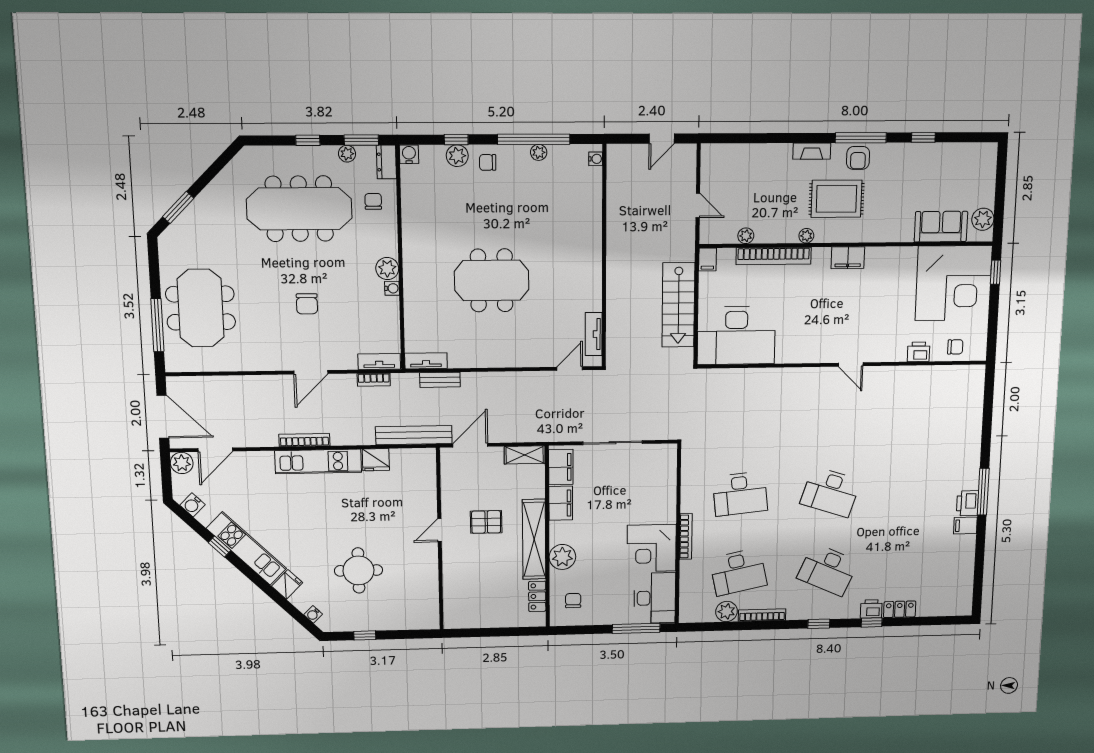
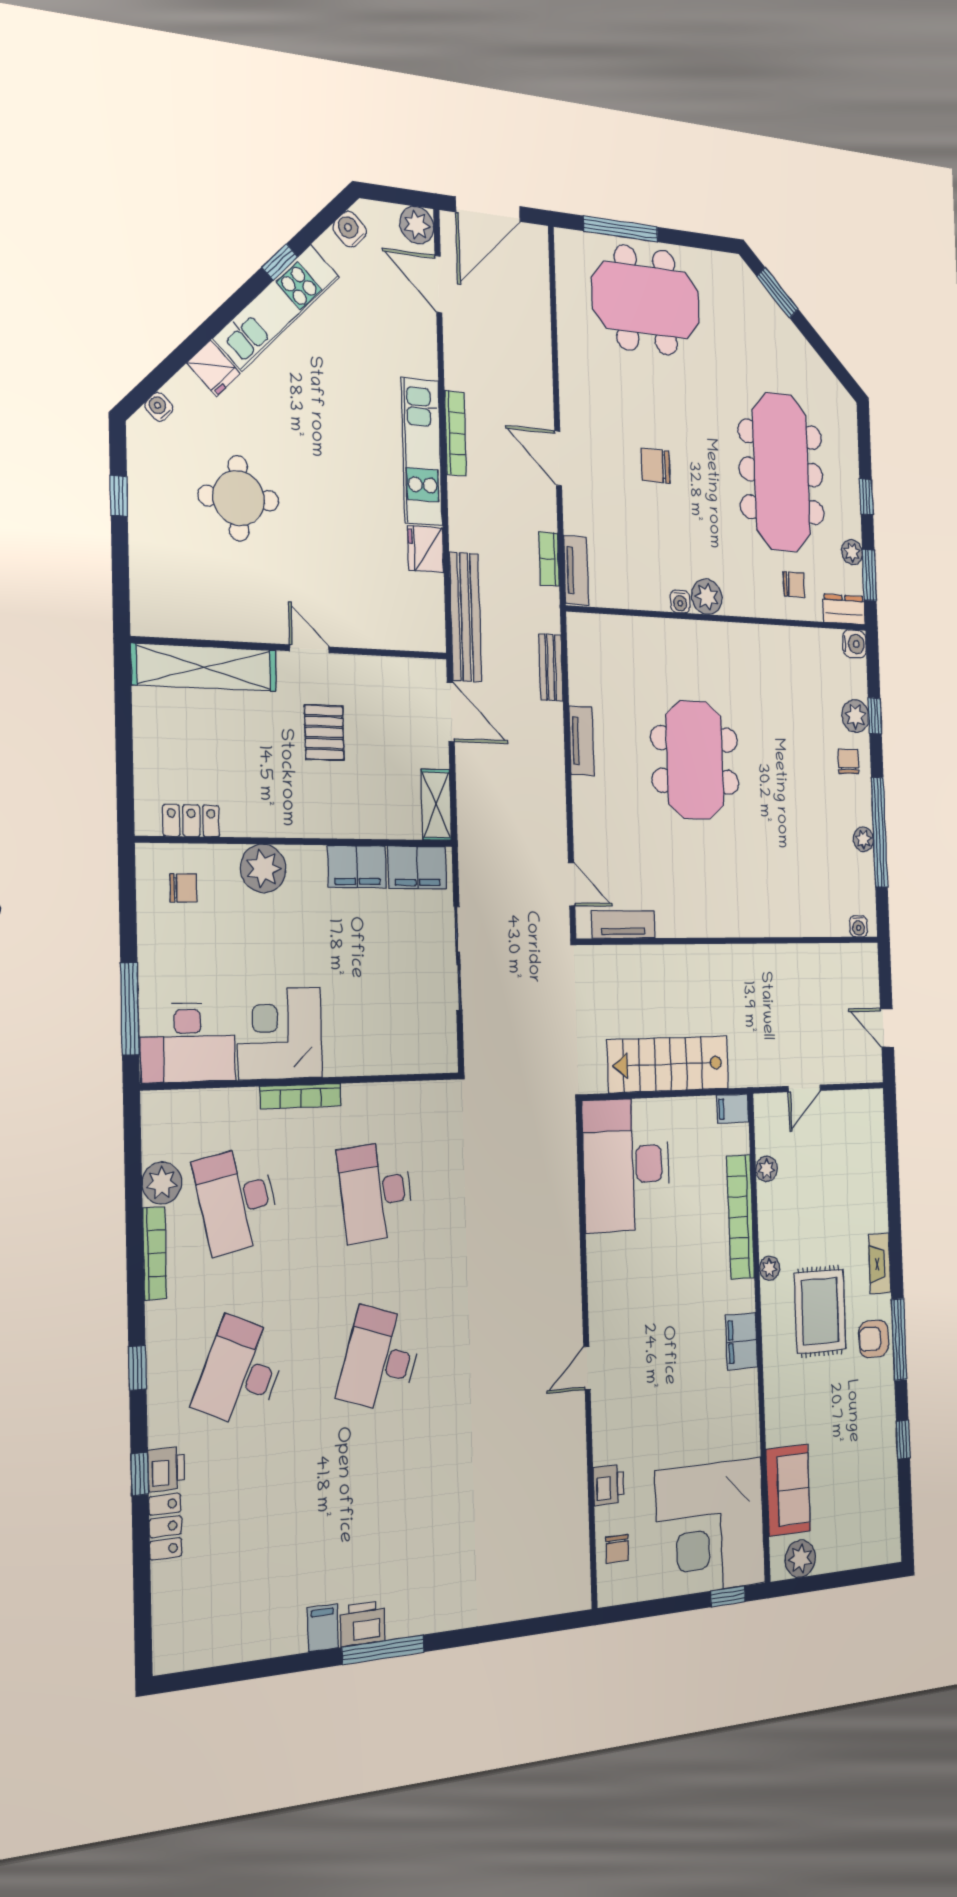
tv unit: (426, 361) -> (581, 741), moved
shelving: (534, 539) -> (204, 667), moved

